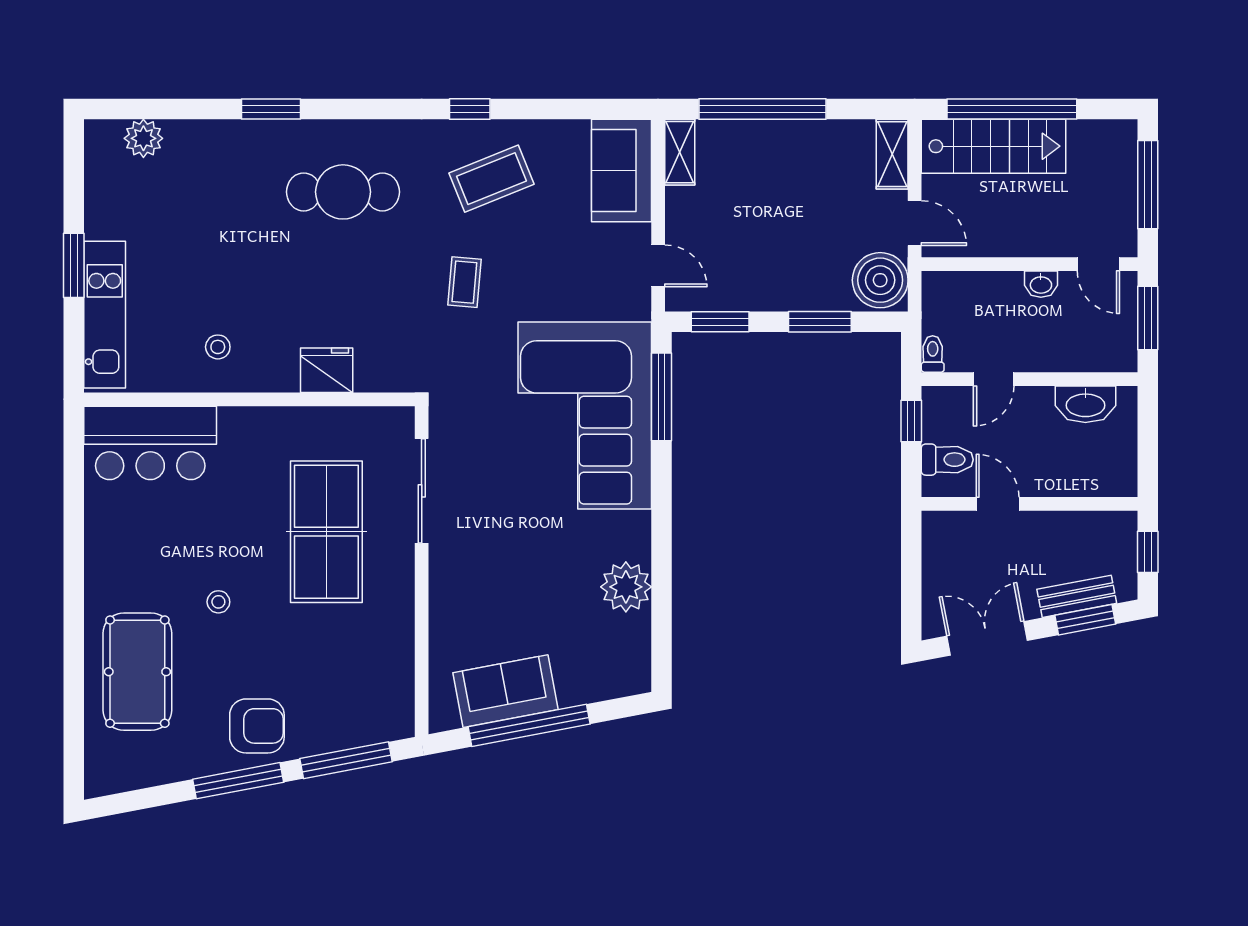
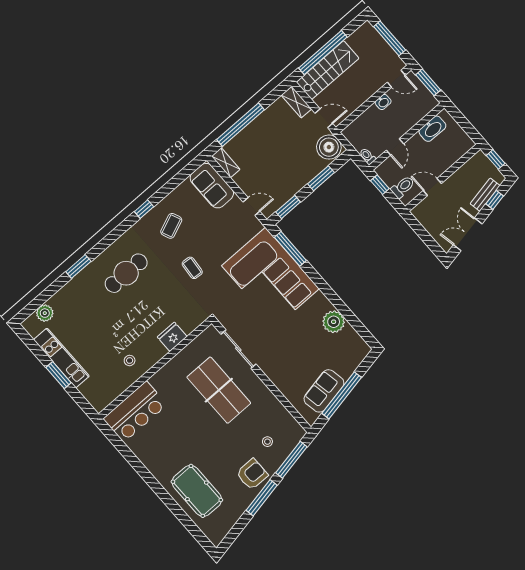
coffee table: (491, 179) -> (171, 226), width x0.73, depth x0.77
kitchen unit: (105, 315) -> (61, 358), moved
stool: (218, 602) -> (267, 442), moved
window: (1085, 620) -> (495, 200), width x0.67

